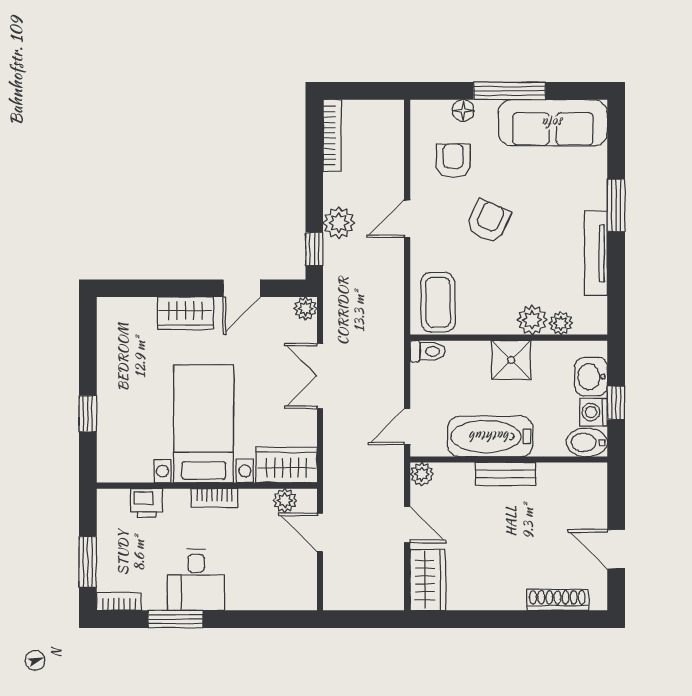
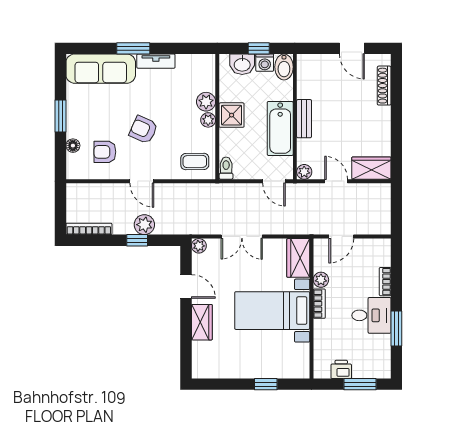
window: (510, 91) -> (60, 116), width x0.69
sofa: (553, 123) -> (101, 69), moved, turned 90
window: (314, 249) -> (137, 240), moved
tv unit: (596, 253) -> (156, 61), width x0.71
coffee table: (438, 302) -> (195, 162), width x0.73, depth x0.77
plant: (561, 323) -> (208, 120), moved
plant: (285, 501) -> (321, 280), moved
printer: (147, 503) -> (341, 369), moved, turned -90
door: (407, 525) -> (336, 181), hinge flipped
door: (616, 549) -> (352, 48), hinge flipped
bookcase: (119, 601) -> (385, 282), moved

